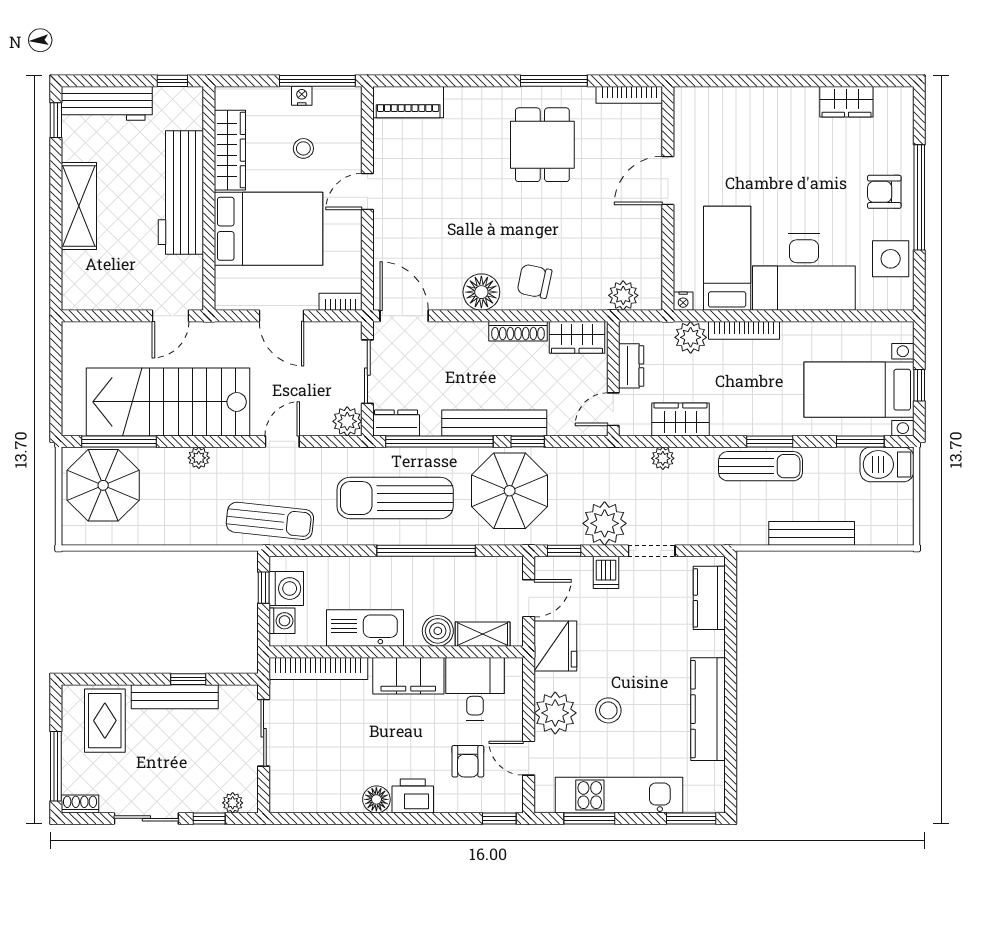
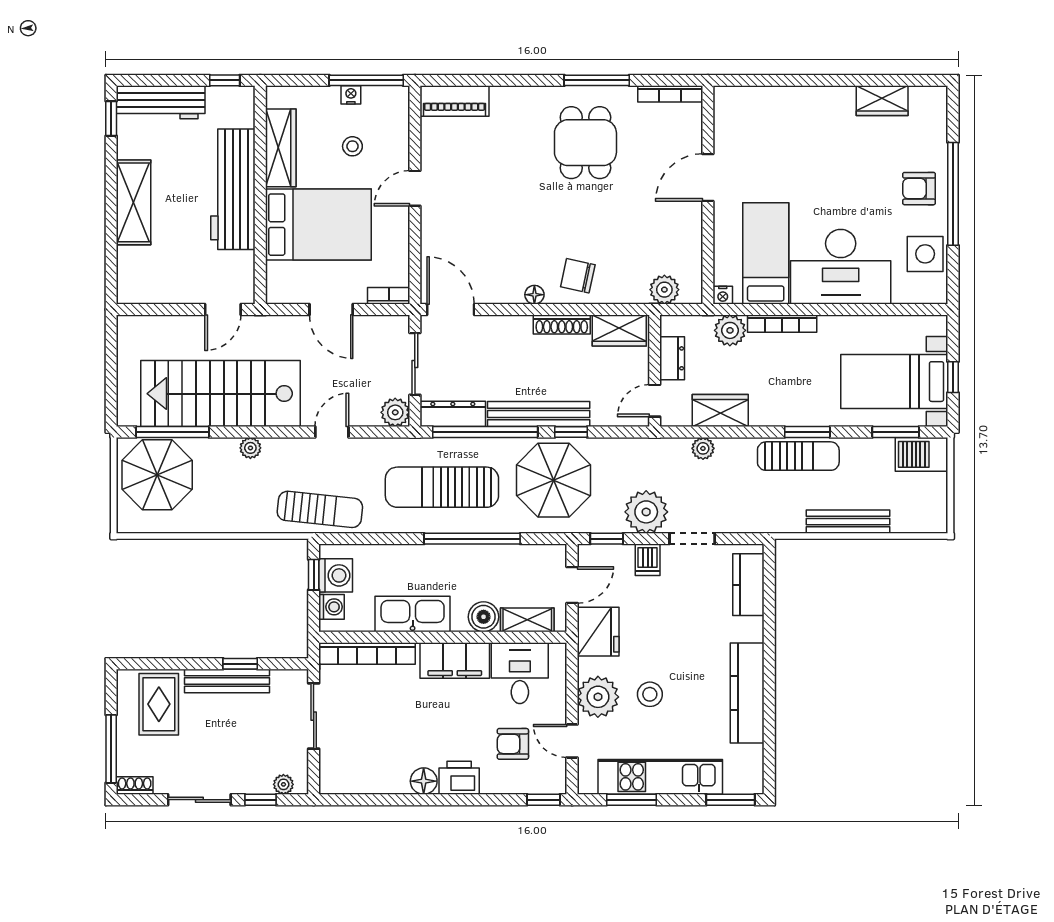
floor lamp: (481, 292) -> (534, 295), width x0.53, depth x0.53
dresser: (396, 423) -> (453, 414), width x1.44
armchair: (468, 761) -> (513, 744), turned 90

